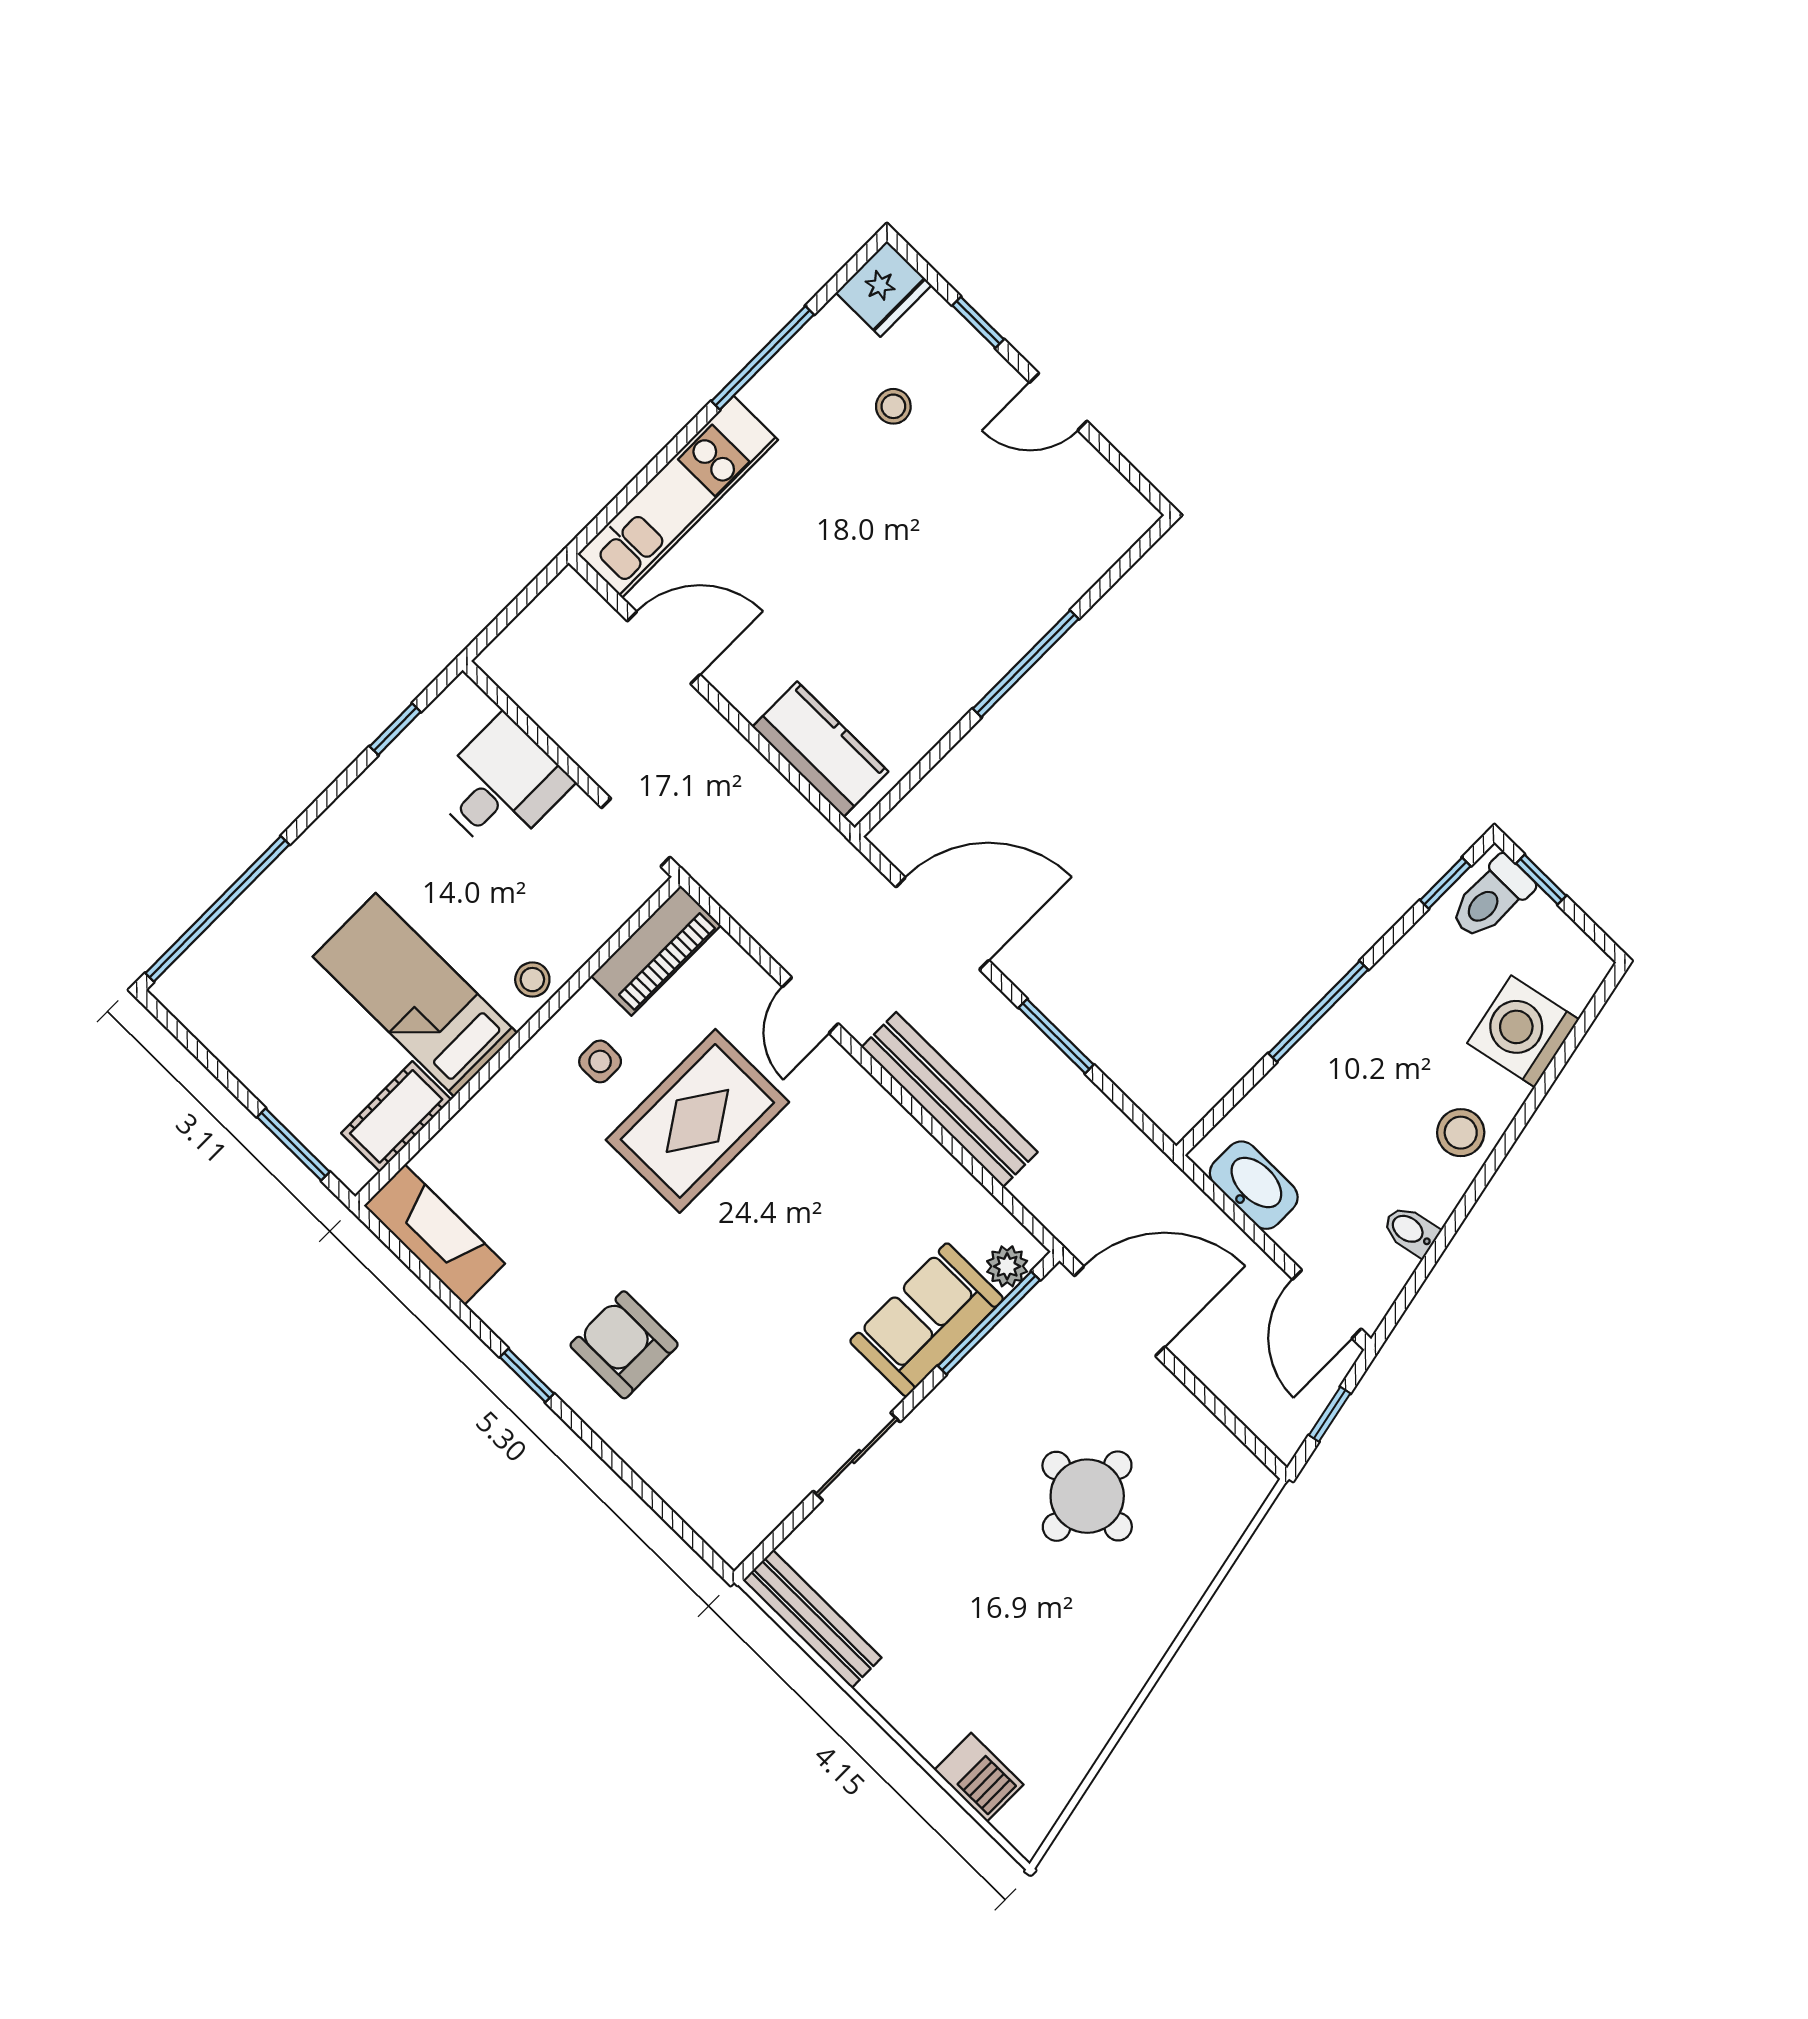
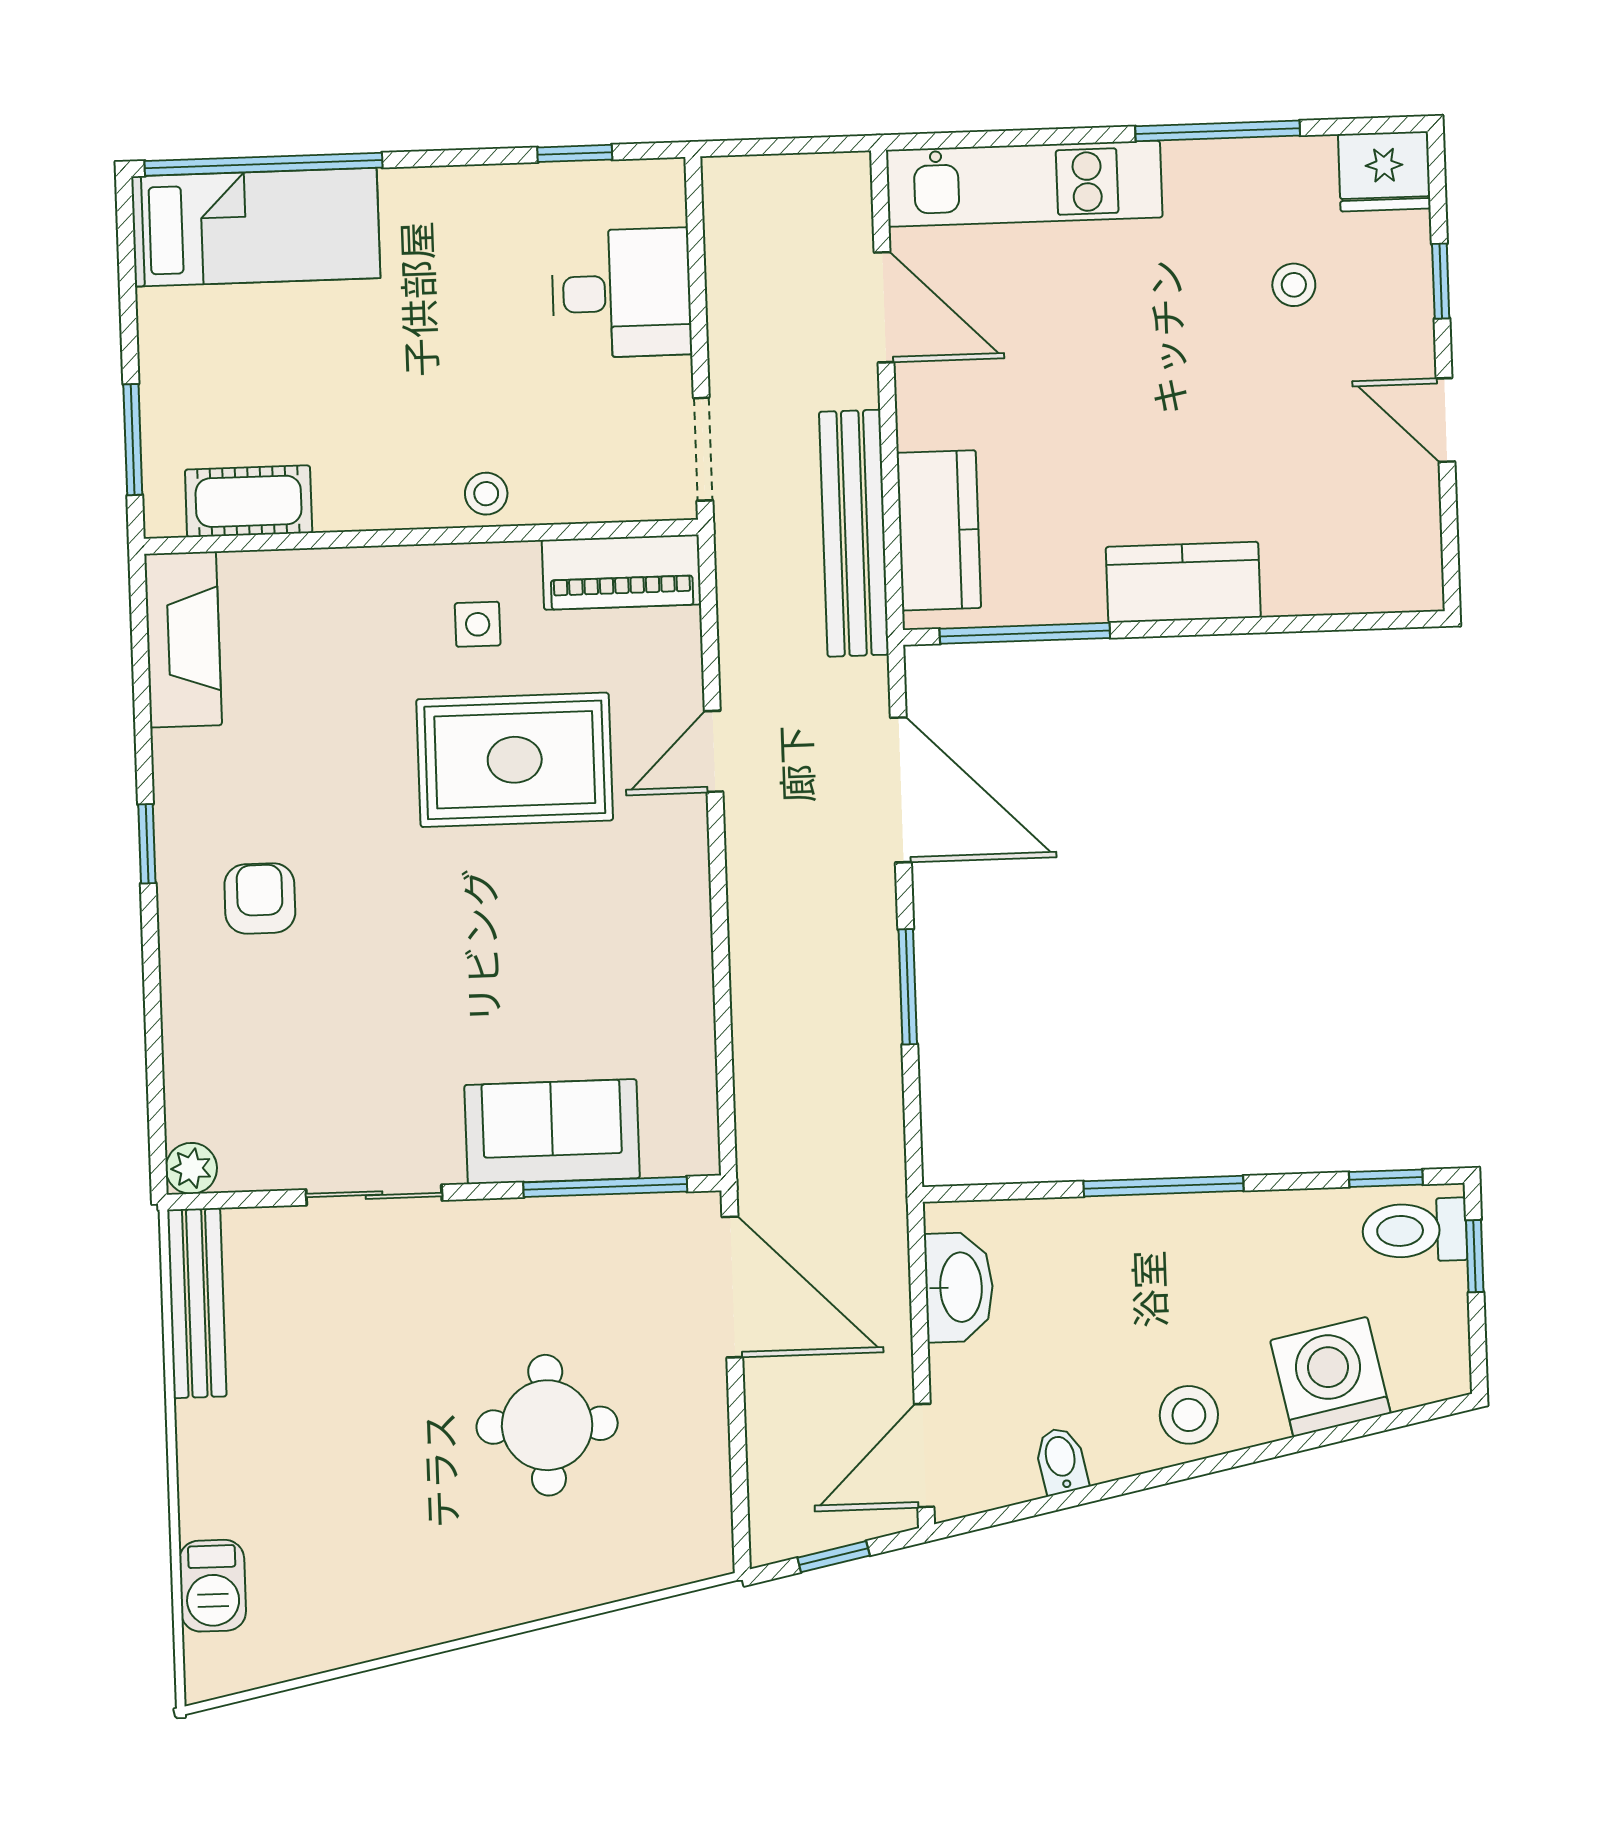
kitchen counter: (994, 644) -> (1183, 582), added
window: (1026, 664) -> (1025, 633), moved
bed: (415, 995) -> (256, 227), moved, turned 90
bench: (950, 1100) -> (854, 533), moved
plant: (1007, 1266) -> (191, 1168), moved
armchair: (624, 1345) -> (260, 898), width x0.72, depth x0.72

